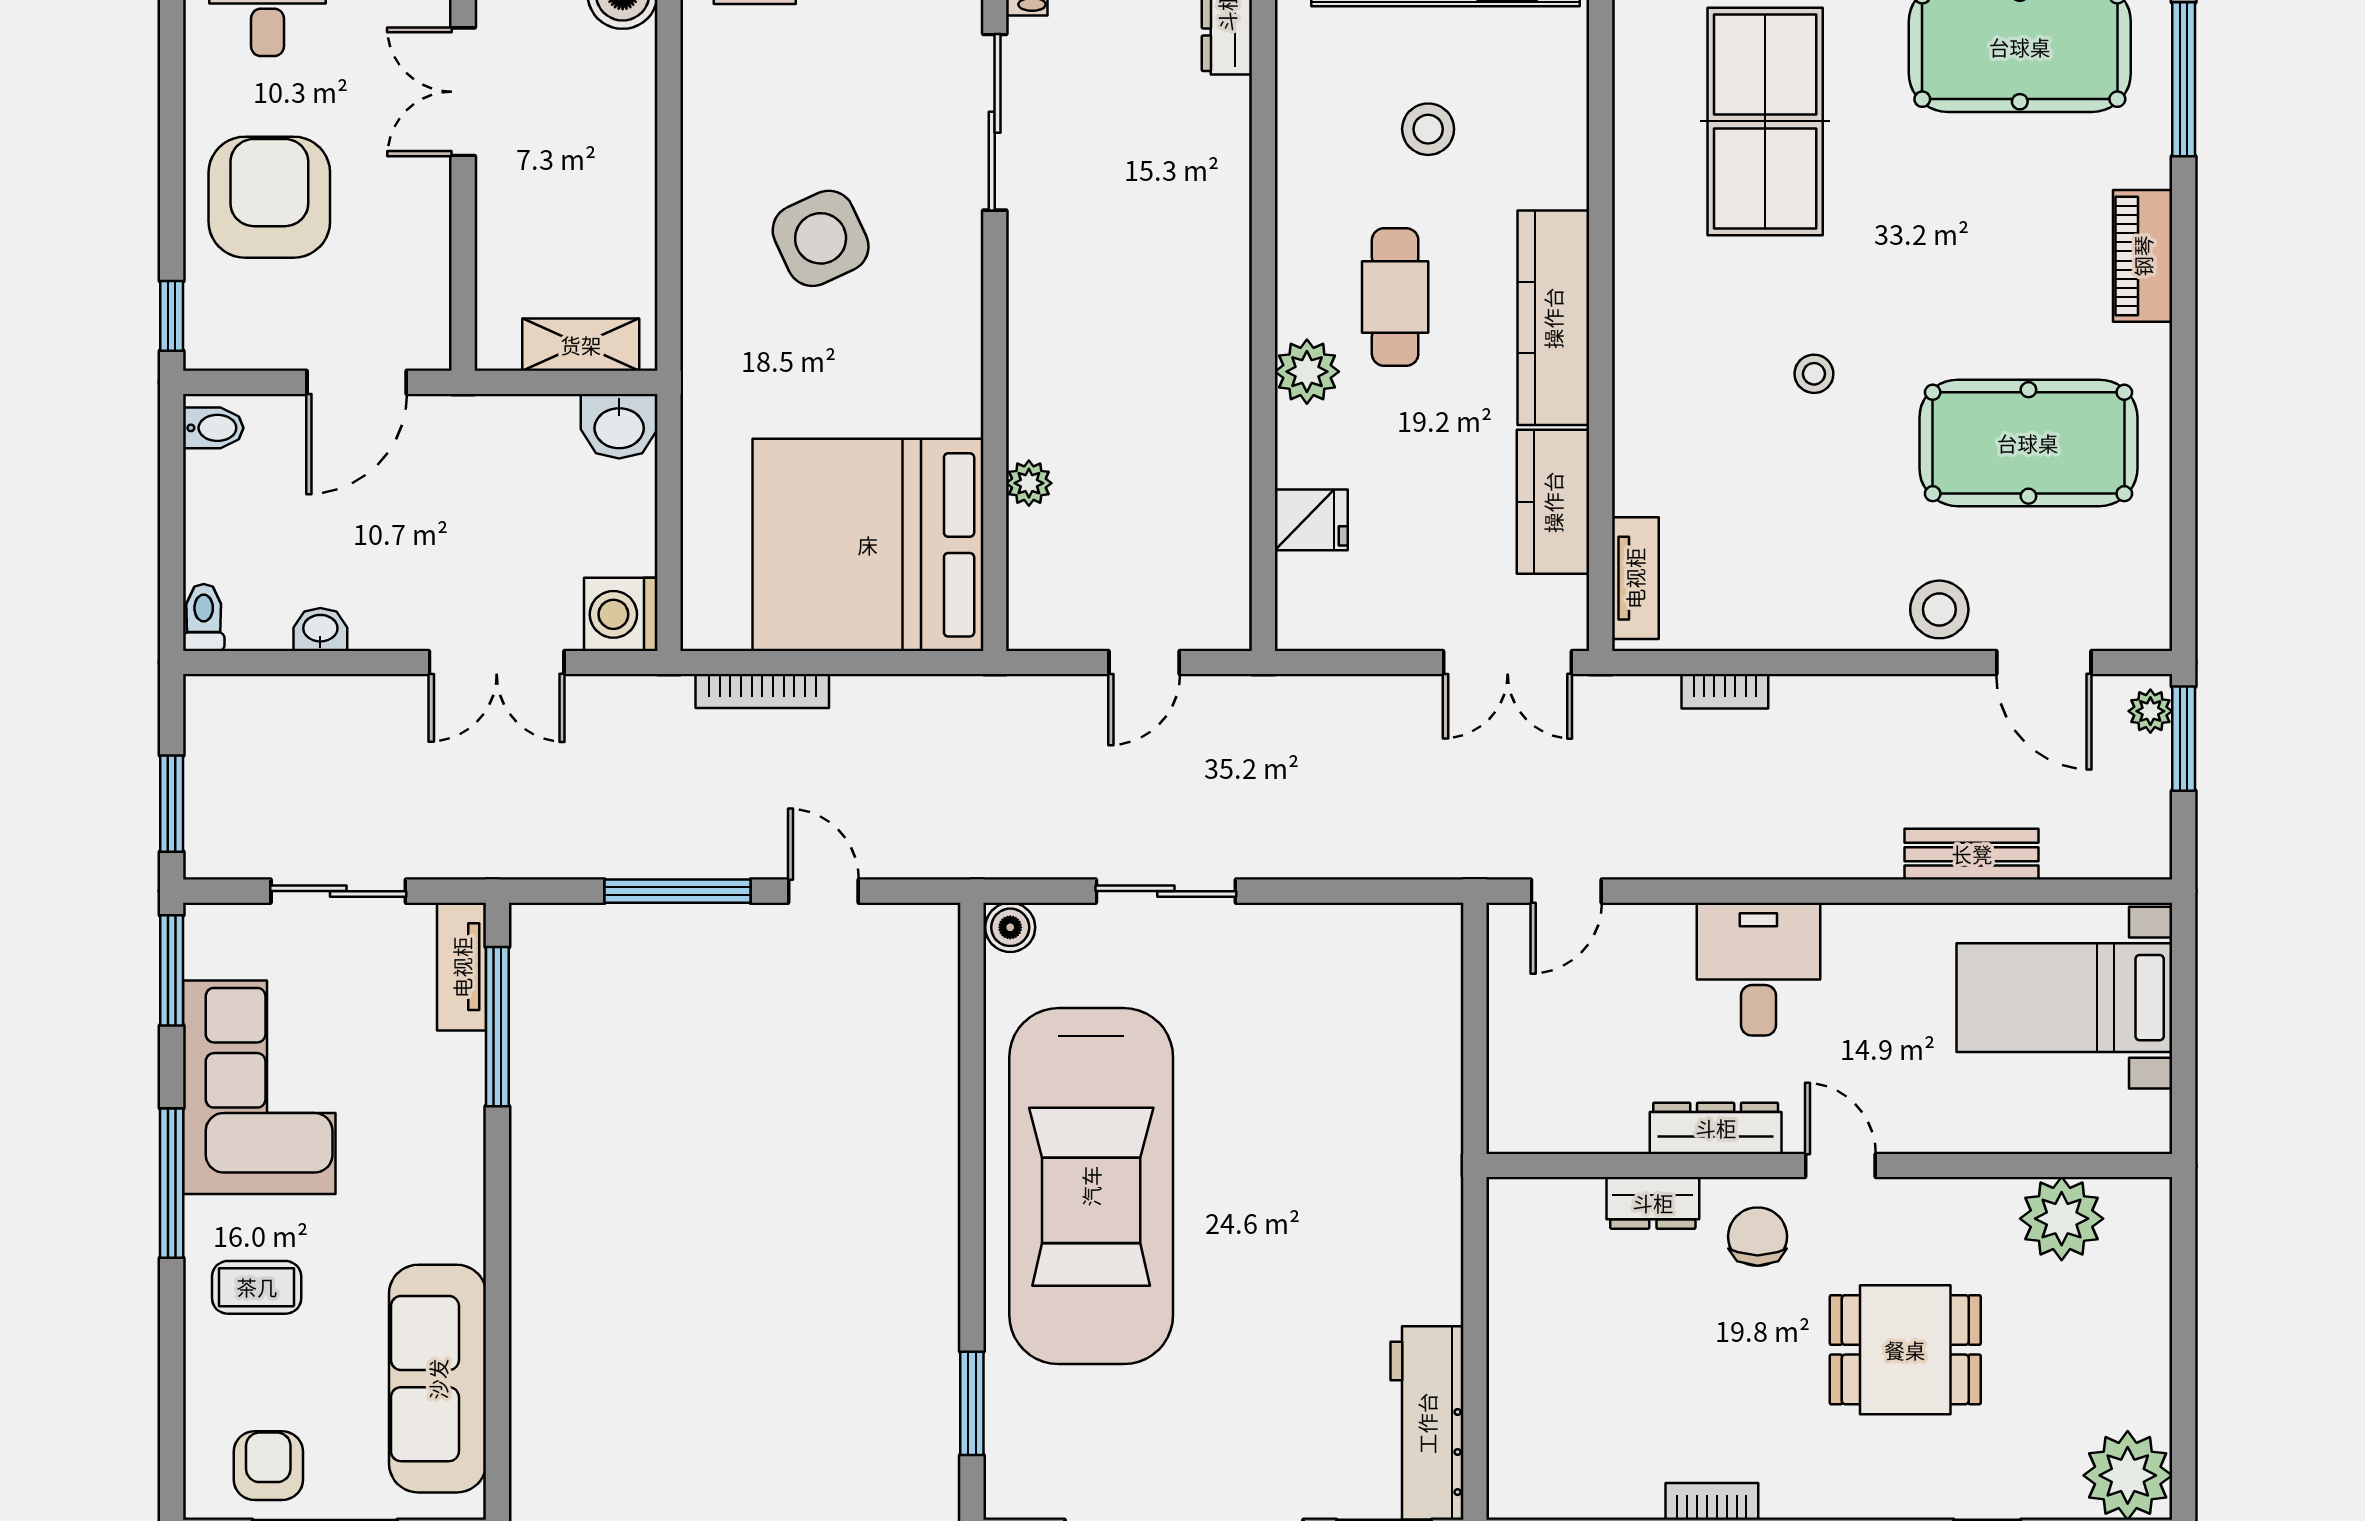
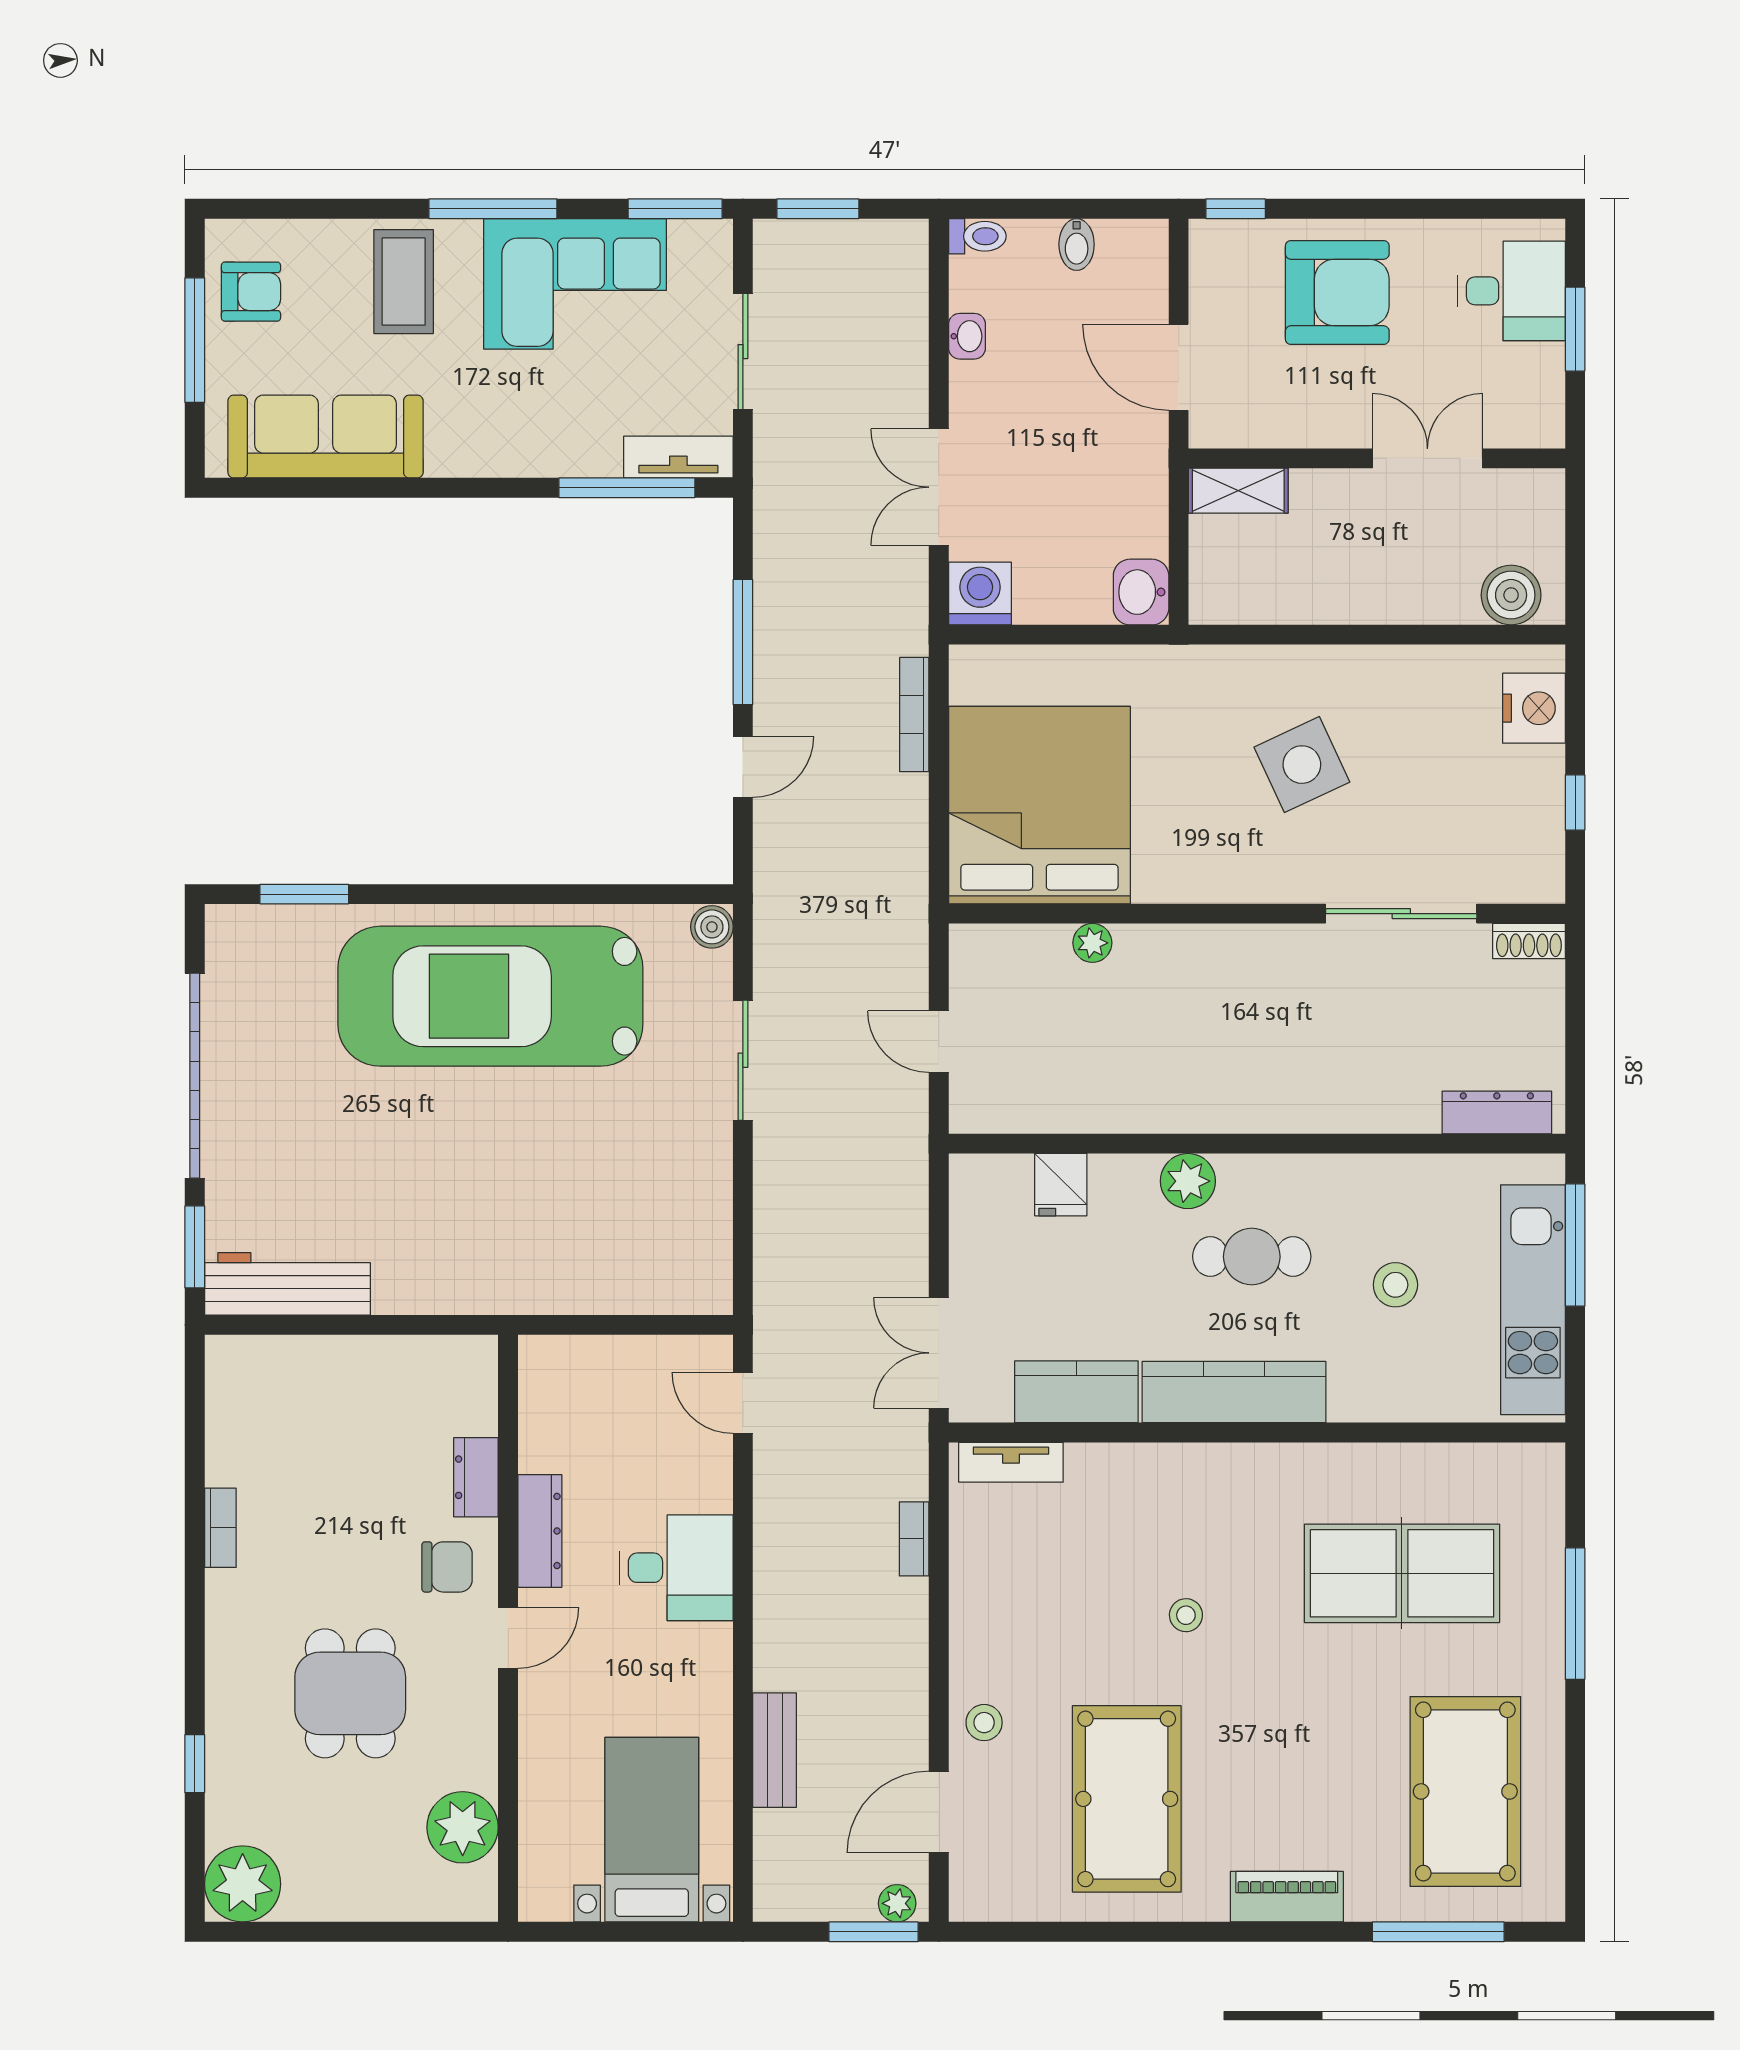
shelving: (581, 345) -> (1238, 491), moved, turned 90
bidet: (213, 428) -> (1077, 244), moved
stool: (1939, 609) -> (984, 1723), width x0.73, depth x0.73
coffee table: (257, 1287) -> (404, 282), width x1.36, depth x1.30

